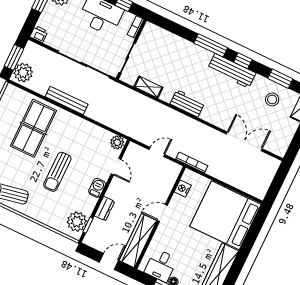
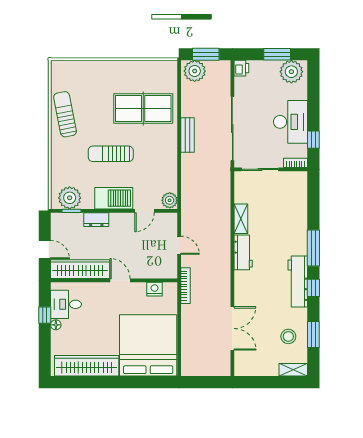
shelving: (148, 87) -> (241, 219), moved
bench: (67, 100) -> (188, 135), width x0.73
barbecue: (97, 188) -> (114, 198), width x1.88, depth x1.53

